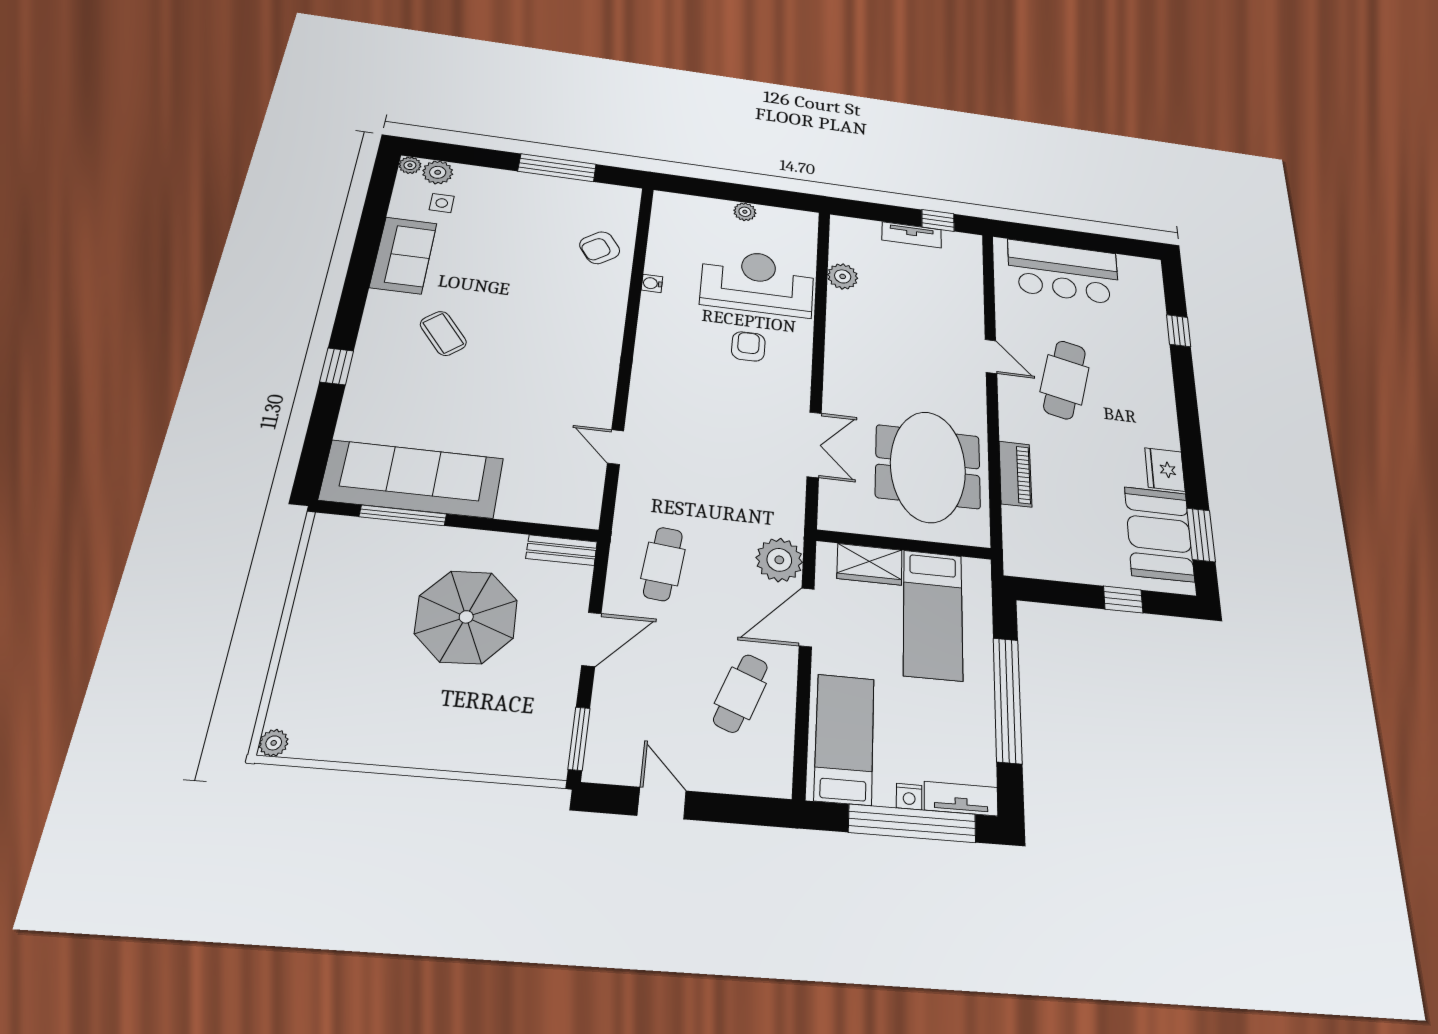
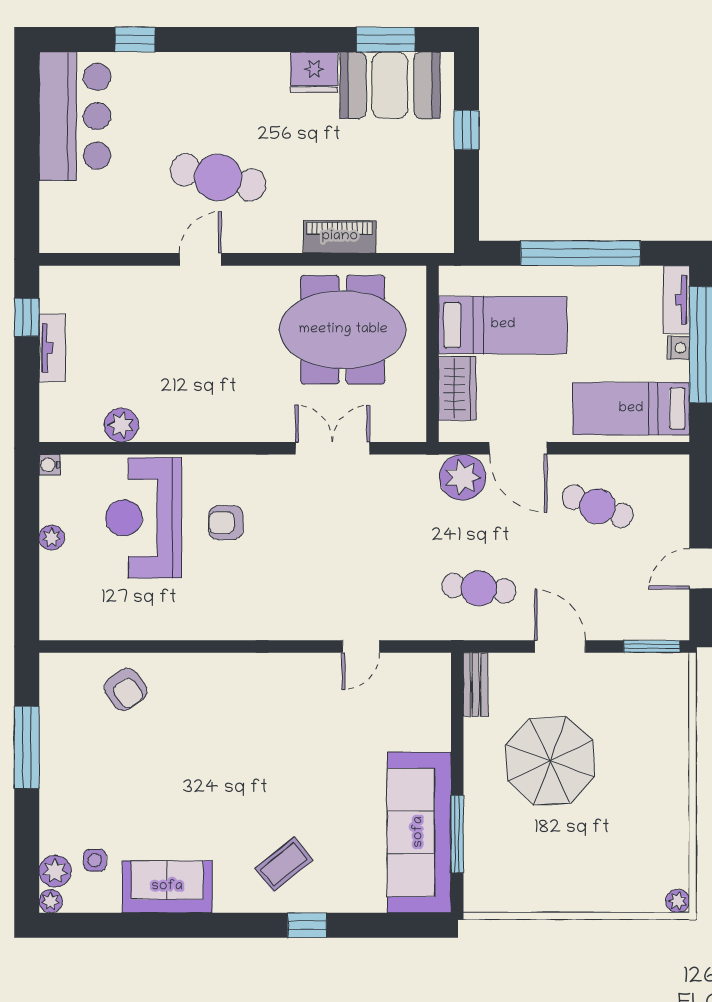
bar counter: (1063, 272) -> (75, 116), moved
water cooler: (652, 283) -> (50, 465), moved, turned 90
coffee table: (443, 333) -> (284, 864), moved

